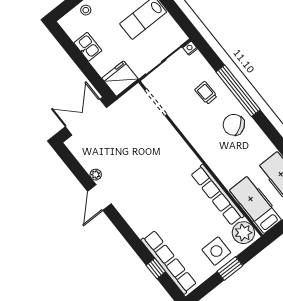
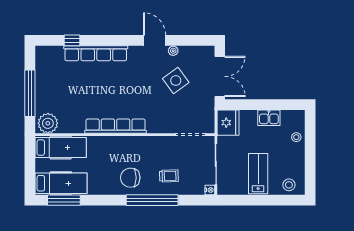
chair: (234, 125) -> (130, 178), turned -146
row of seats: (217, 195) -> (116, 126), moved
side table: (216, 251) -> (176, 81), moved, turned -36
row of seats: (169, 262) -> (96, 53), moved
window: (230, 269) -> (30, 93), width x2.11

